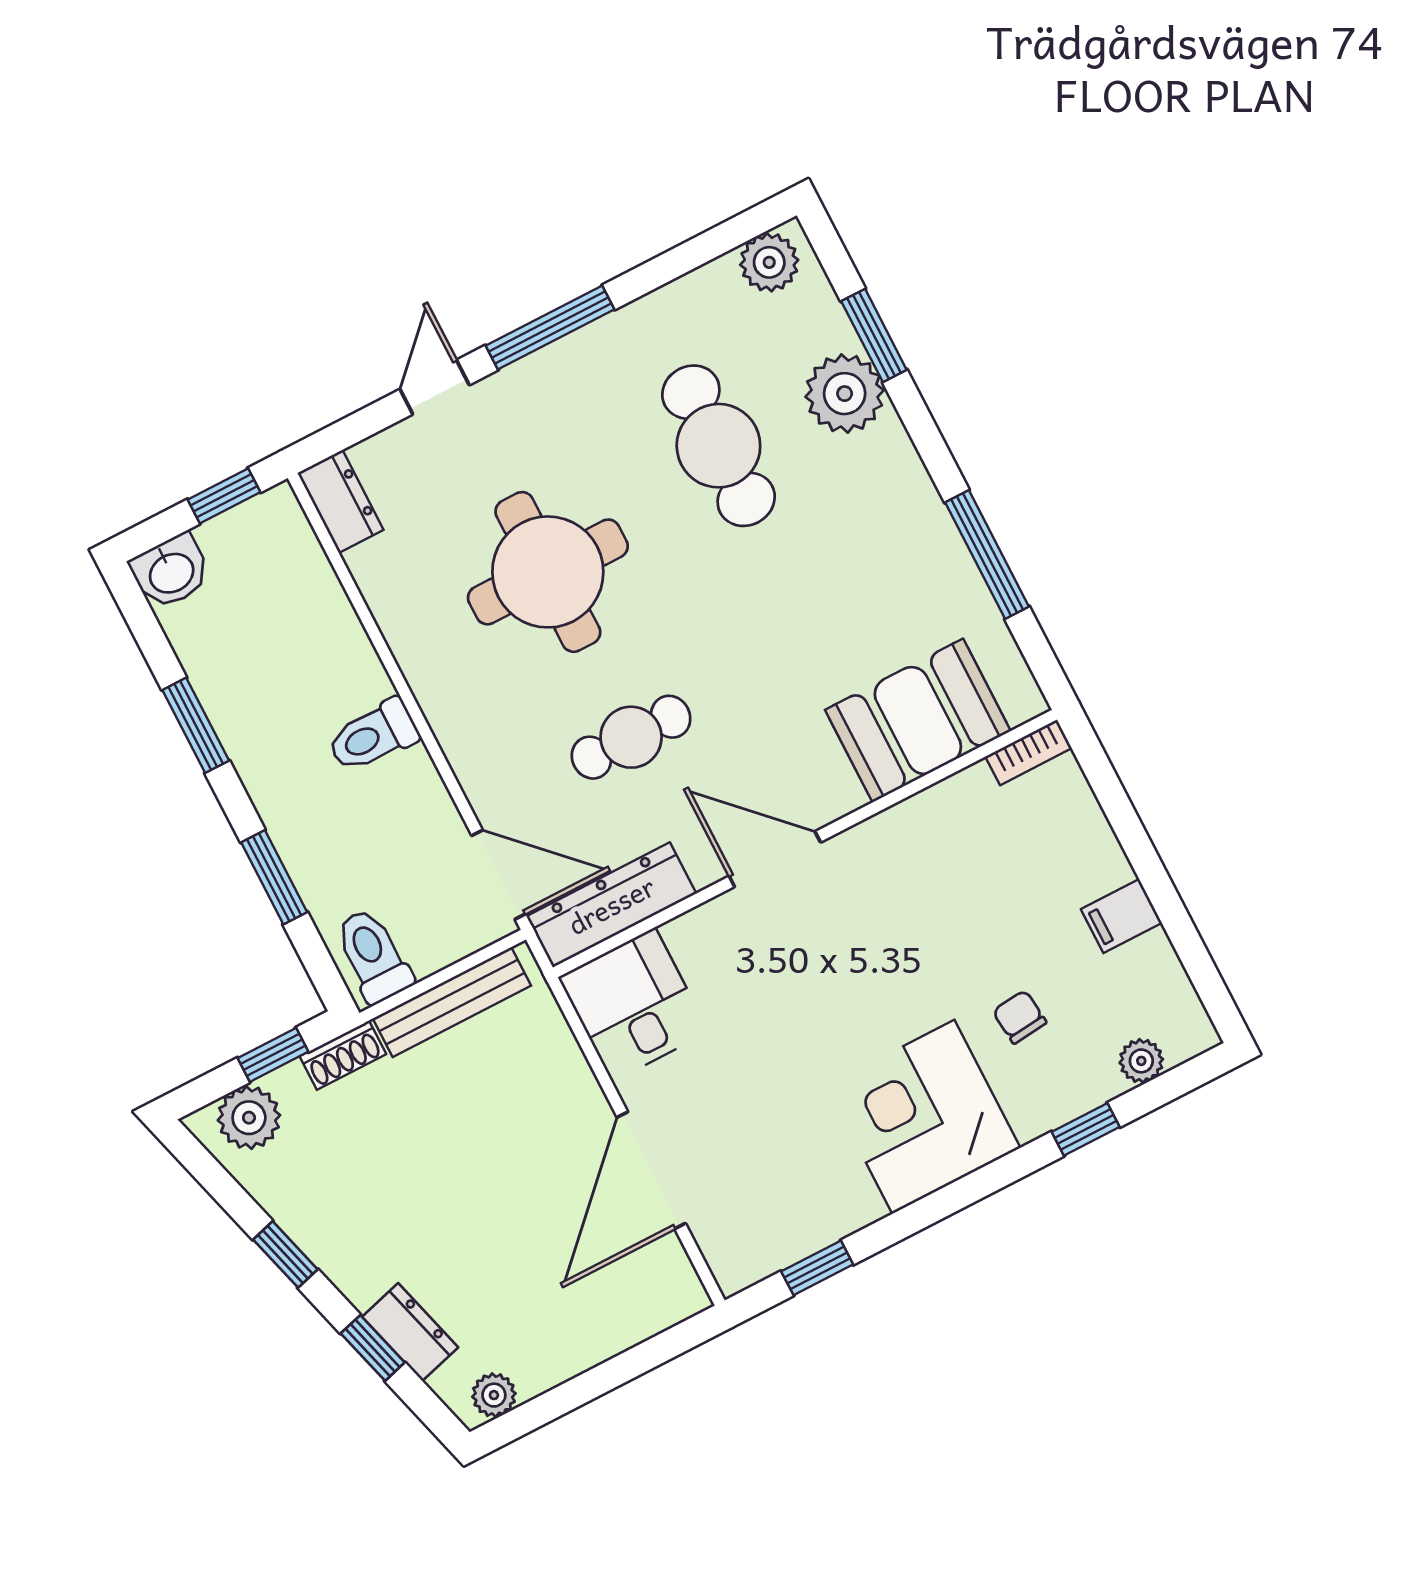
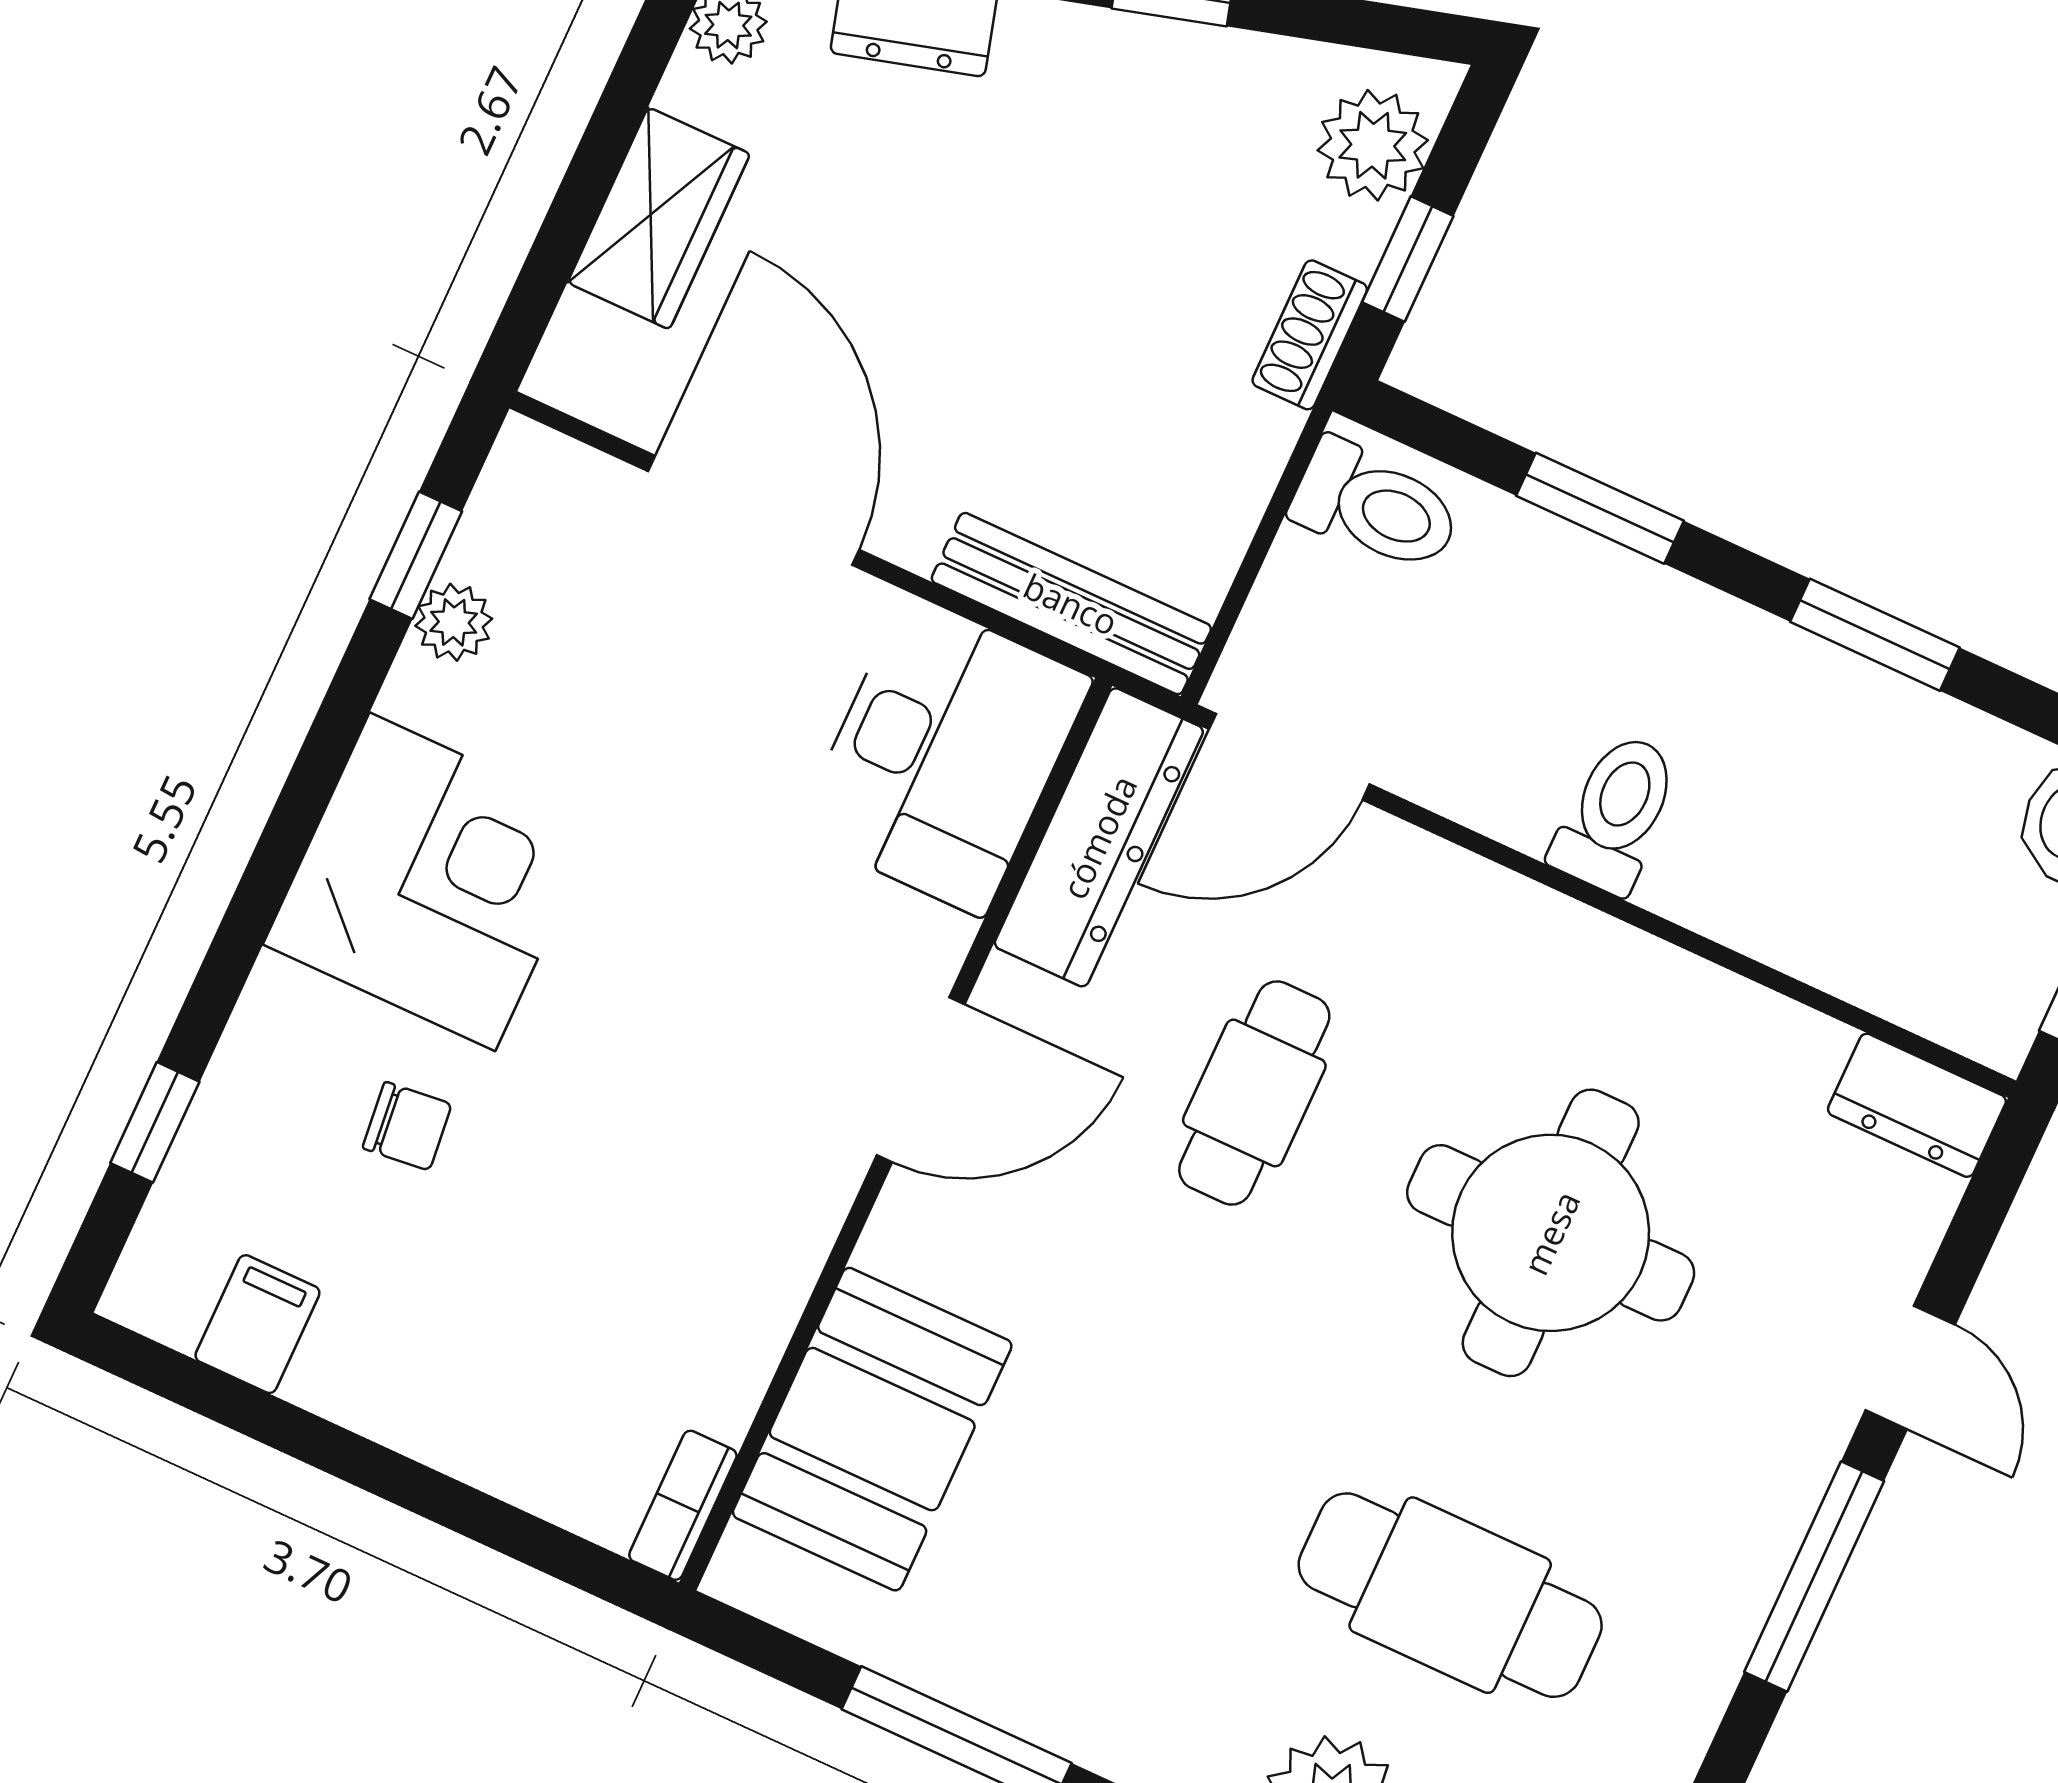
filing cabinet: (1121, 916) -> (257, 1324), moved
bench: (452, 1002) -> (1071, 604), moved, turned 90
desk: (634, 1005) -> (944, 755), width x1.37
plant: (1141, 1061) -> (454, 622), moved
window: (1086, 1129) -> (155, 1122), moved
wardrobe: (592, 1333) -> (659, 218), added

